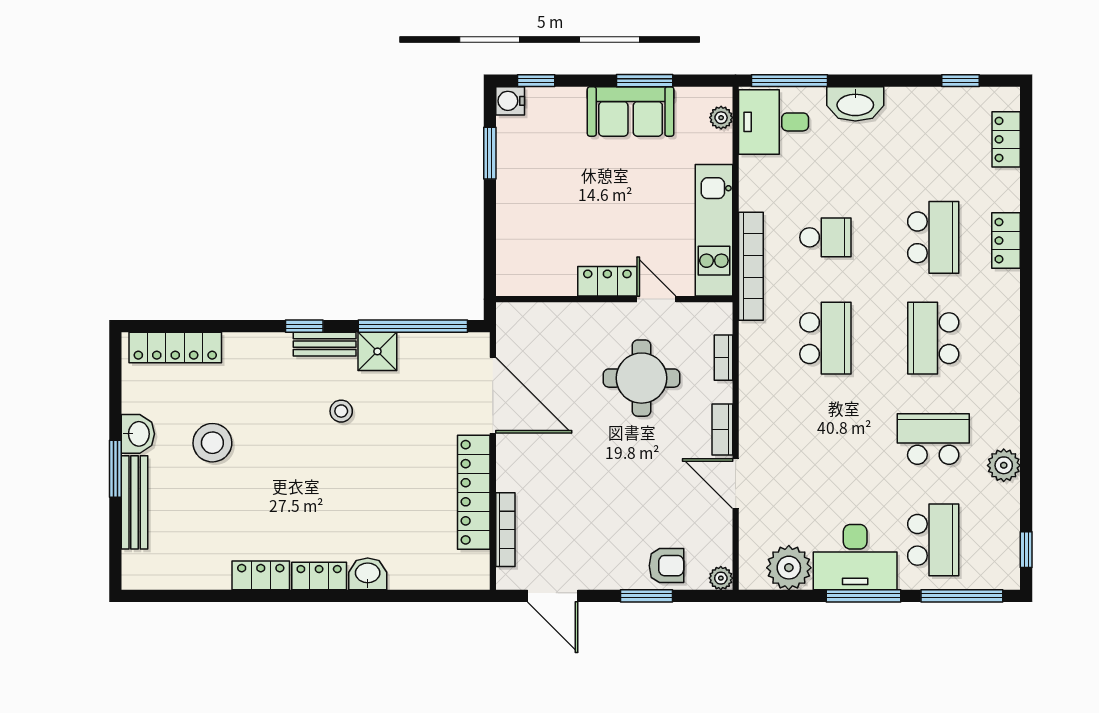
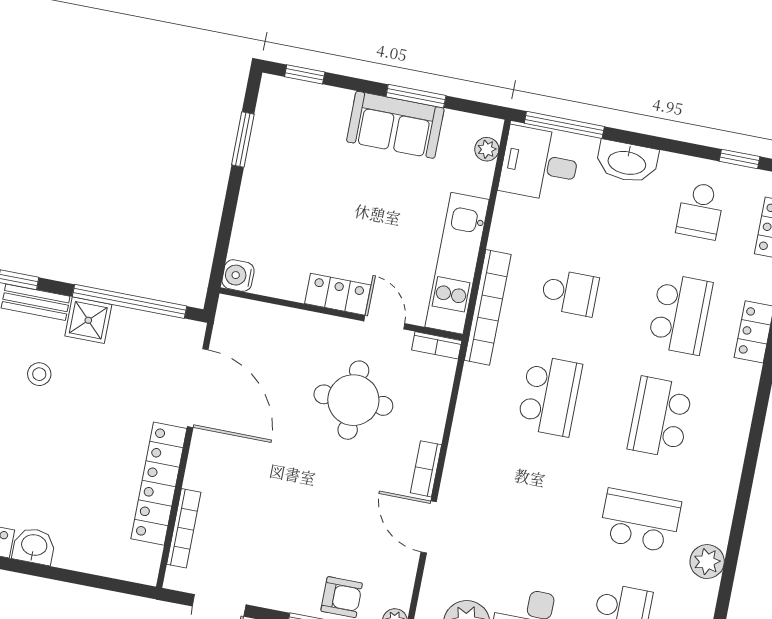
water cooler: (510, 101) -> (238, 276), moved
school desk: (933, 137) -> (700, 211), added
bookcase: (723, 358) -> (437, 345), moved, turned -90

